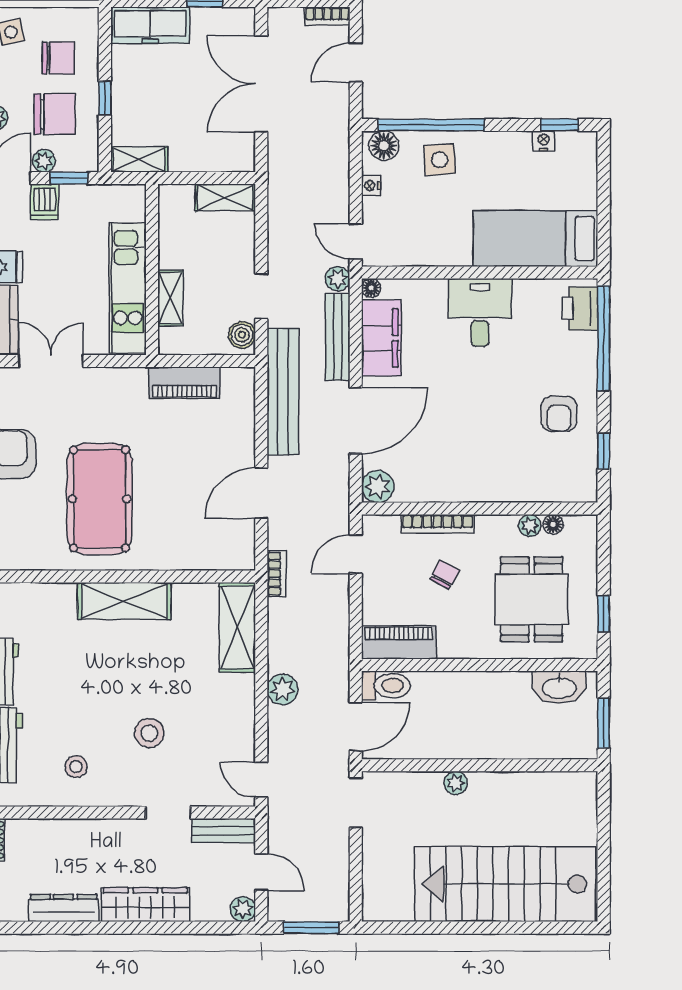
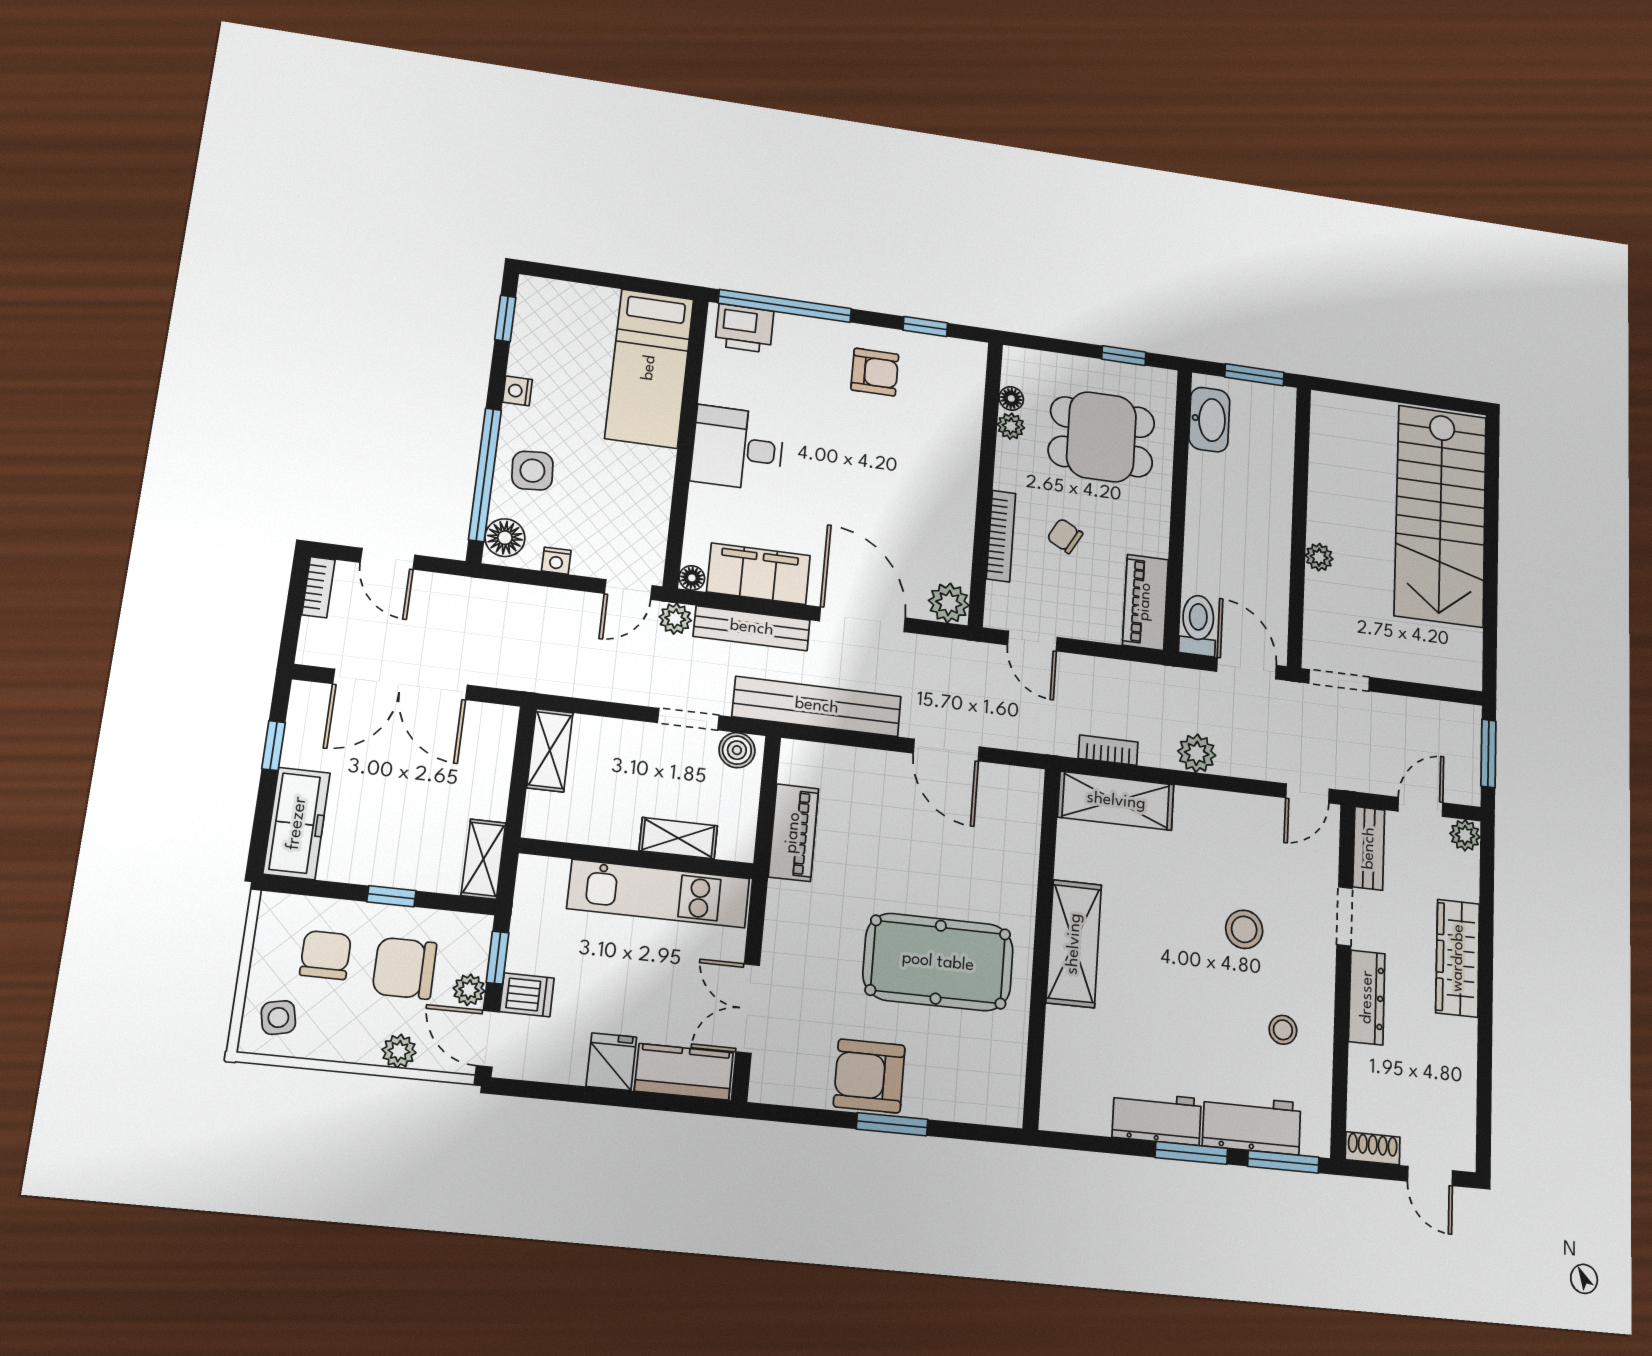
chair: (55, 114) -> (405, 968), turned -90
nightstand: (544, 141) -> (517, 391), moved
bookcase: (276, 574) -> (1108, 750), moved
dresser: (64, 908) -> (1367, 997), moved, turned 180

